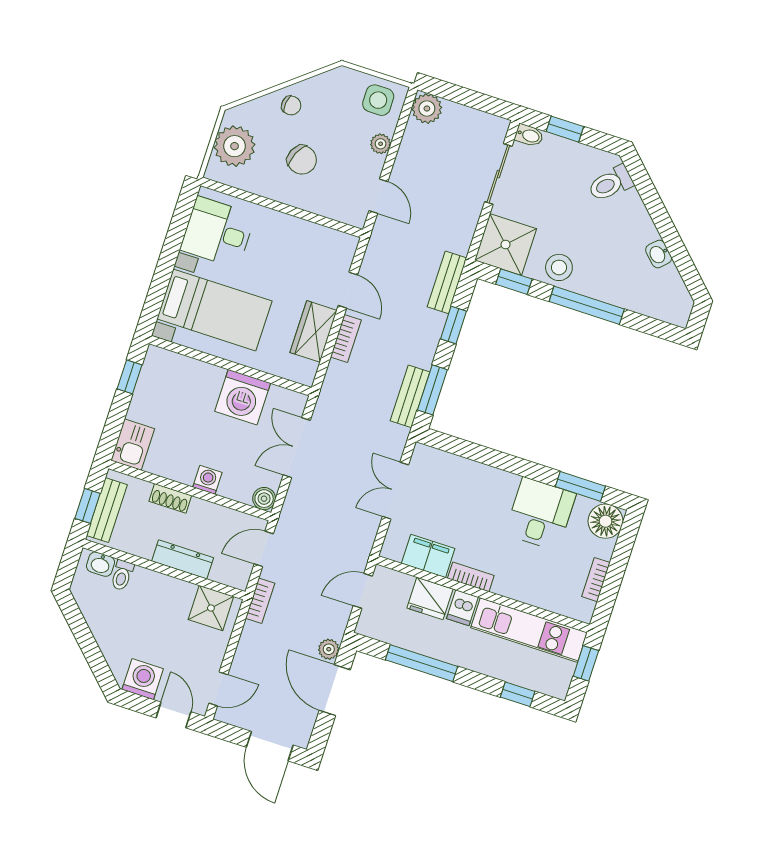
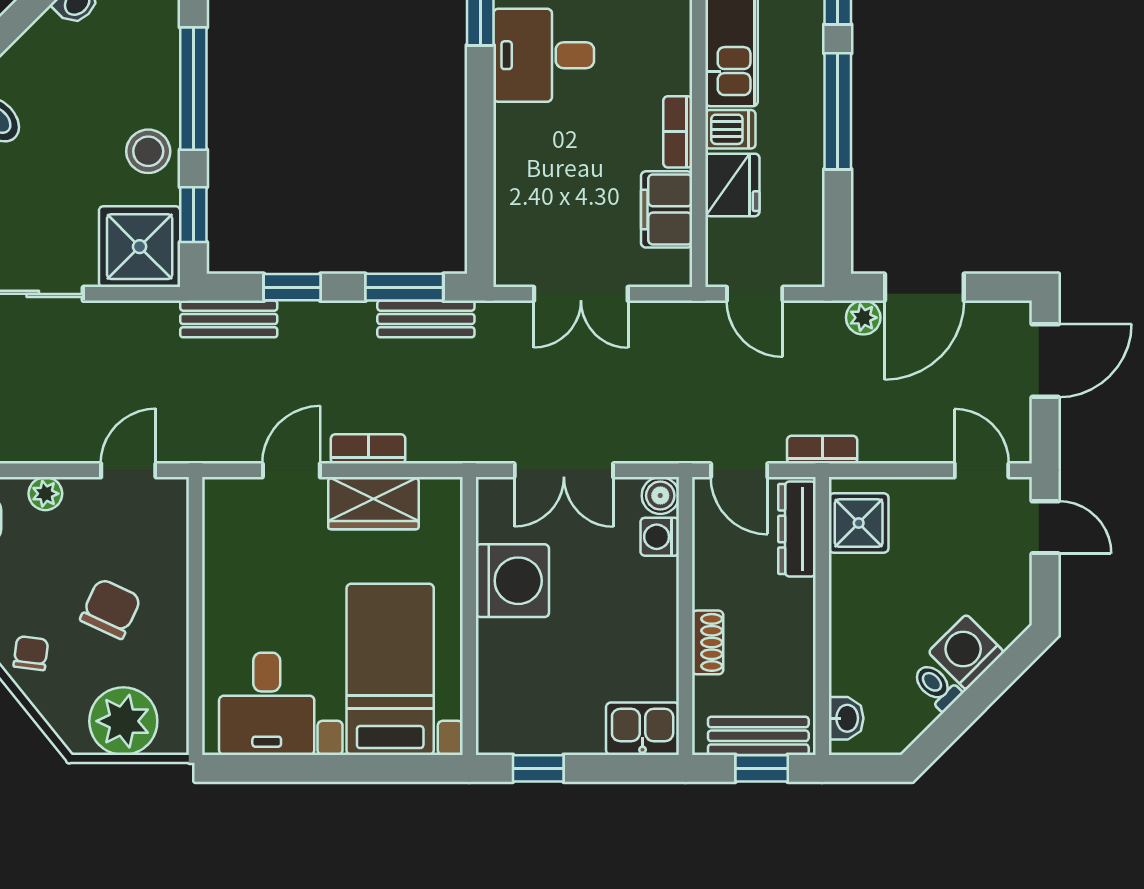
washing machine: (207, 480) -> (660, 537), moved
dresser: (183, 559) -> (797, 529), moved
toilet: (122, 575) -> (937, 687), moved, turned -135
window: (422, 663) -> (838, 111), moved
washing machine: (143, 679) -> (966, 652), moved, turned 45
door: (173, 715) -> (1045, 527), swing flipped

